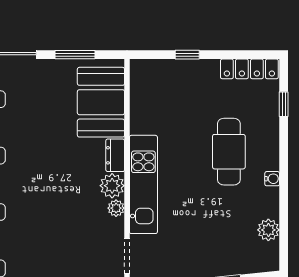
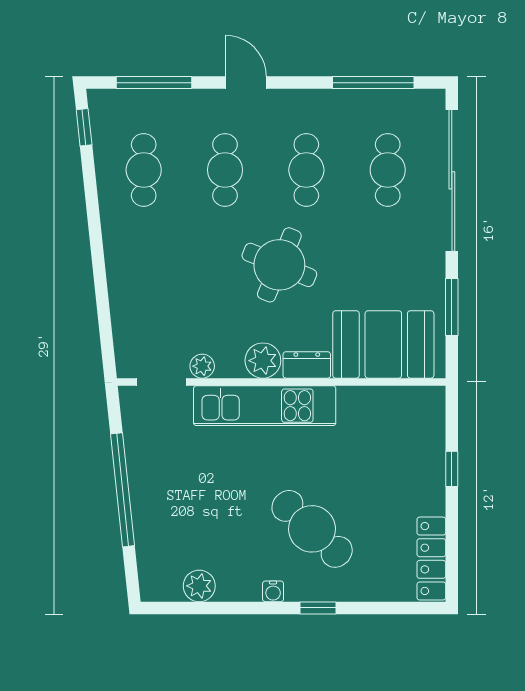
window: (284, 104) -> (318, 608), moved
cafe table: (229, 152) -> (312, 529), turned 43
round table: (46, 174) -> (279, 265), added
plant: (116, 208) -> (202, 366), moved

